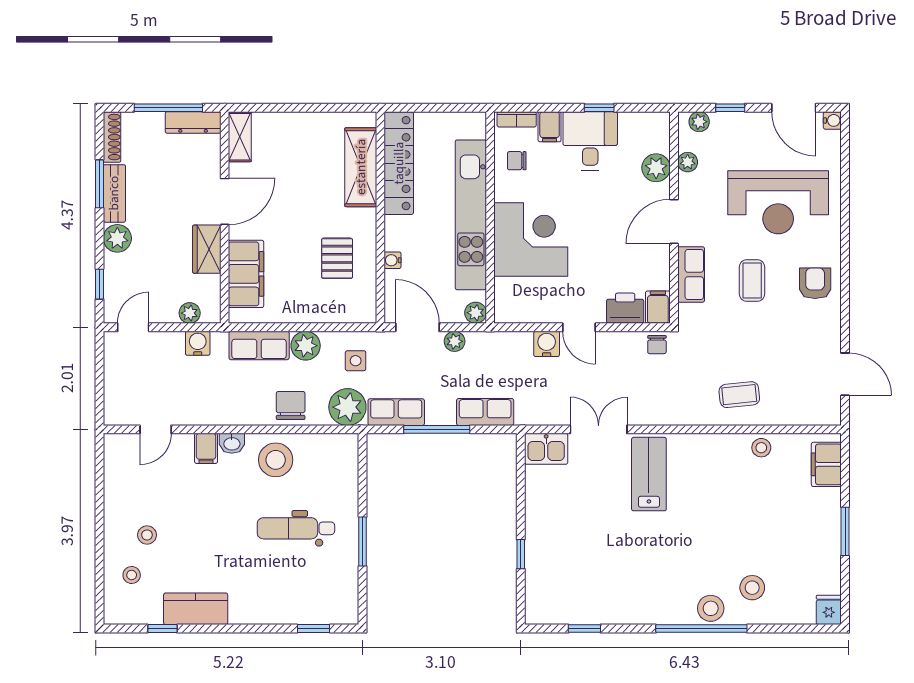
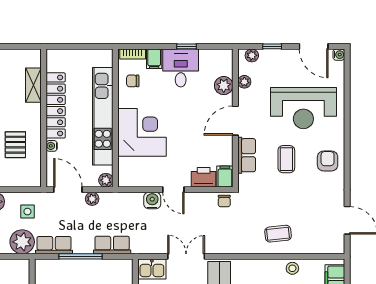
locker: (399, 163) -> (56, 105), moved
shelving: (361, 167) -> (33, 85), width x0.67, depth x0.75

